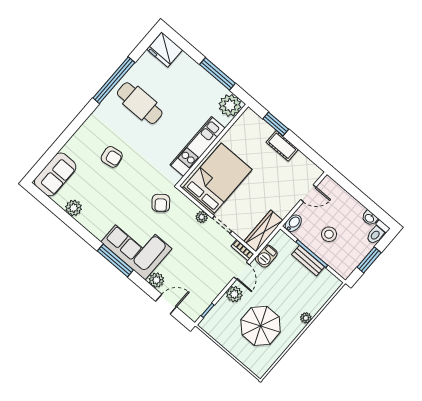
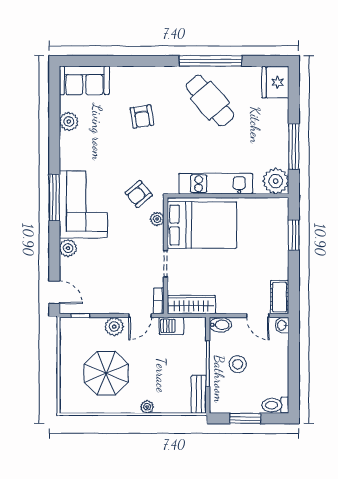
cafe table: (140, 103) -> (210, 101), turned -41
cot: (282, 146) -> (280, 297), moved
plant: (202, 217) -> (157, 219), moved
washbasin: (370, 218) -> (282, 325), moved
bench: (308, 261) -> (199, 394), moved
door: (166, 304) -> (54, 292), moved

